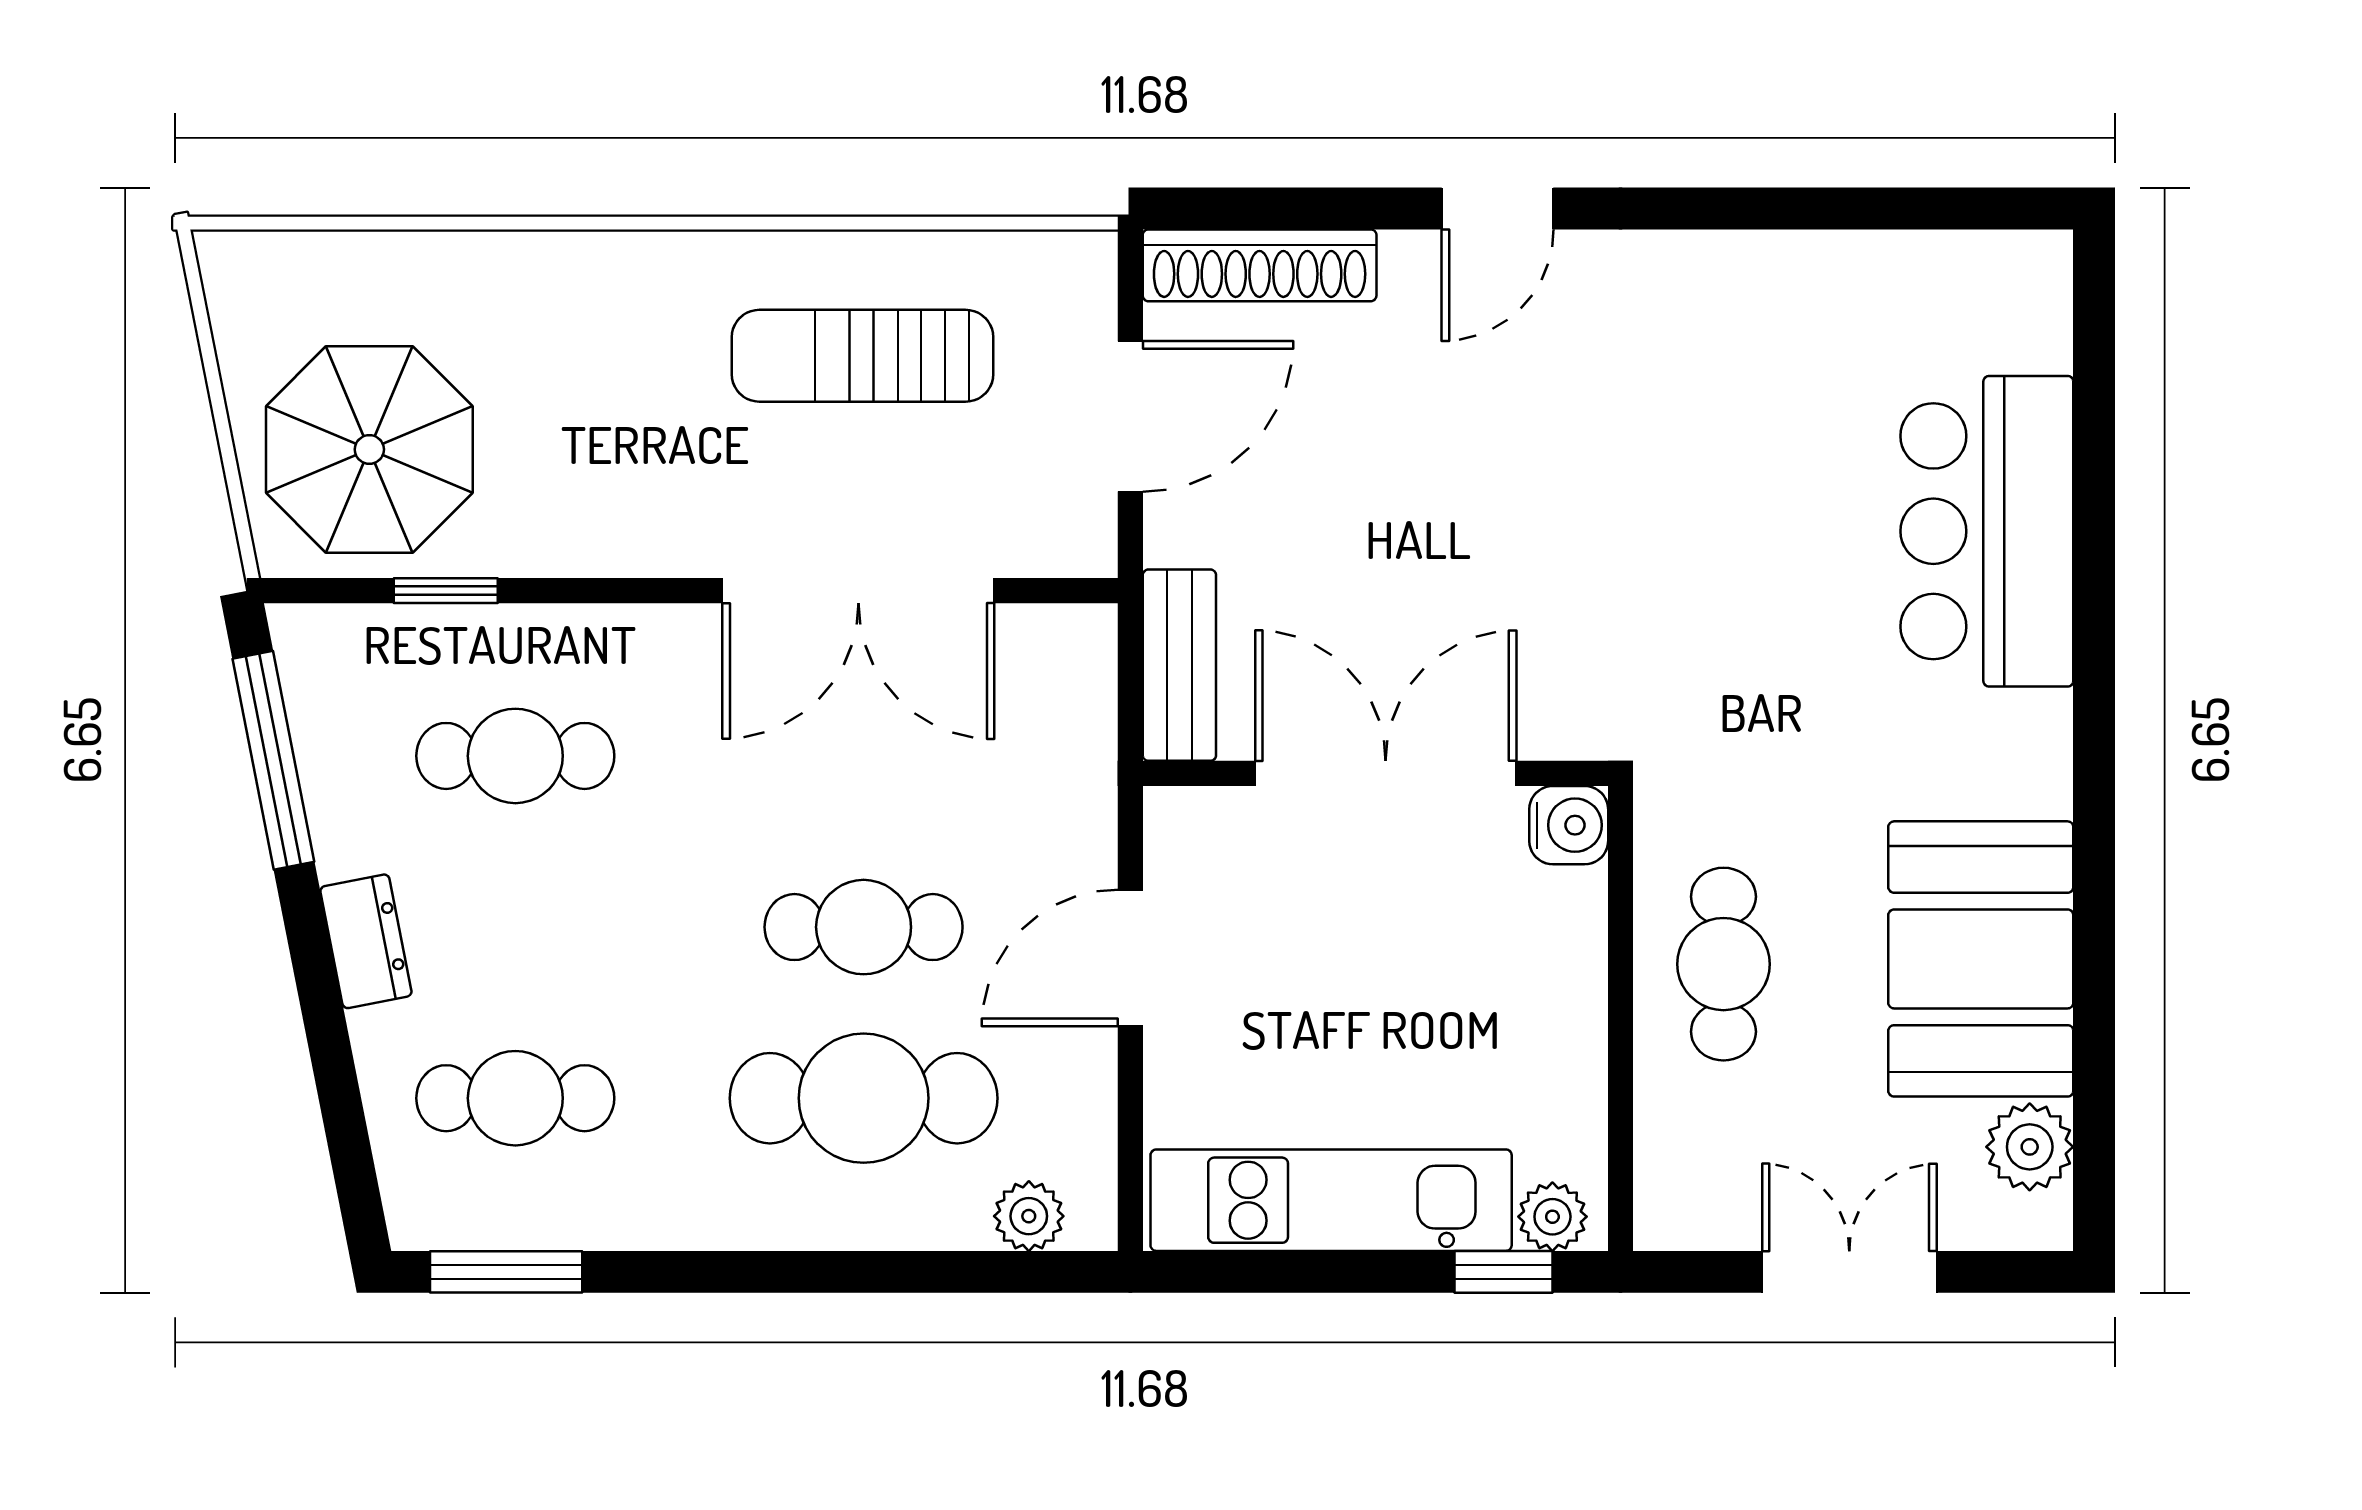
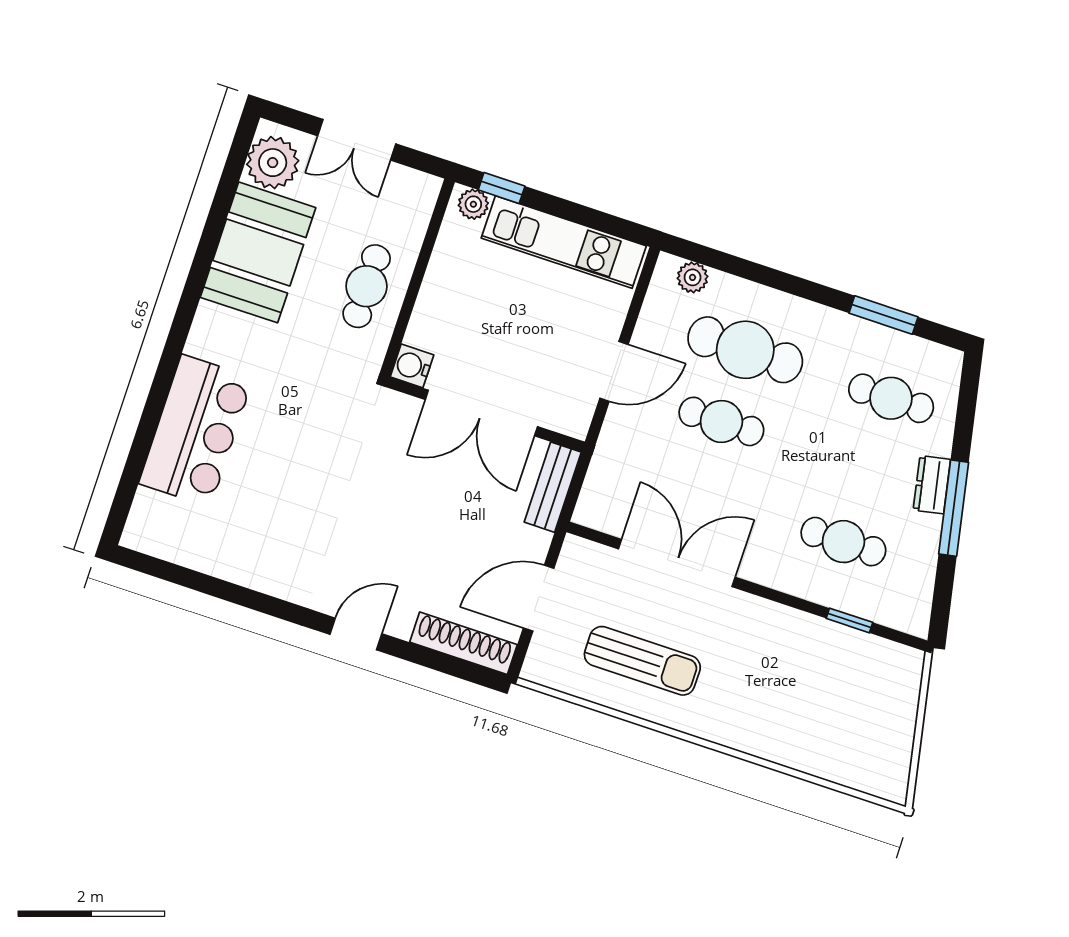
parasol: (369, 449) -> (862, 690), removed
window: (273, 760) -> (954, 508), moved
plant: (2030, 1147) -> (273, 163), width x1.36, depth x1.36
window: (506, 1272) -> (883, 315), moved

